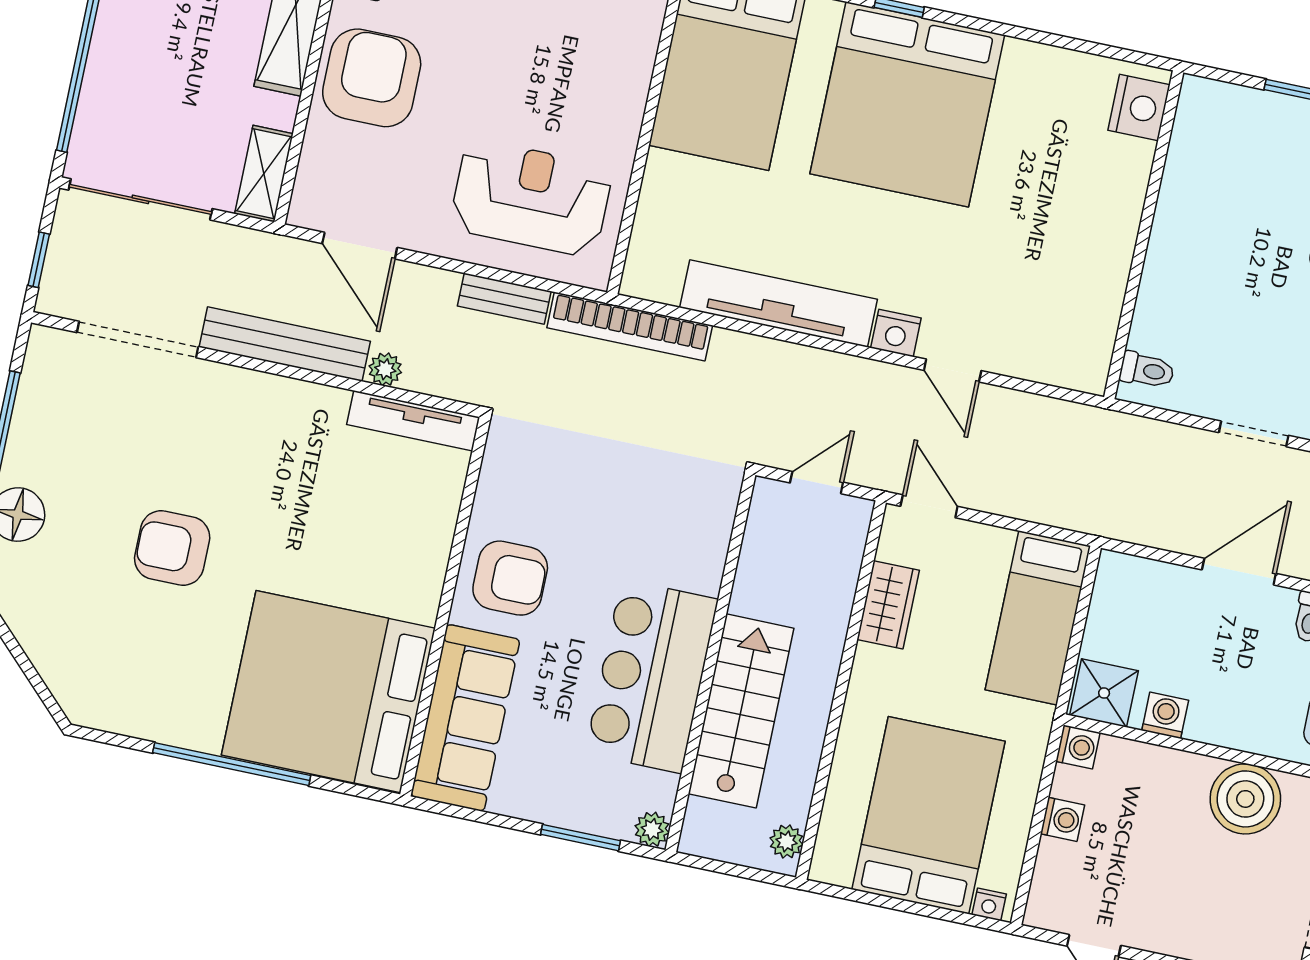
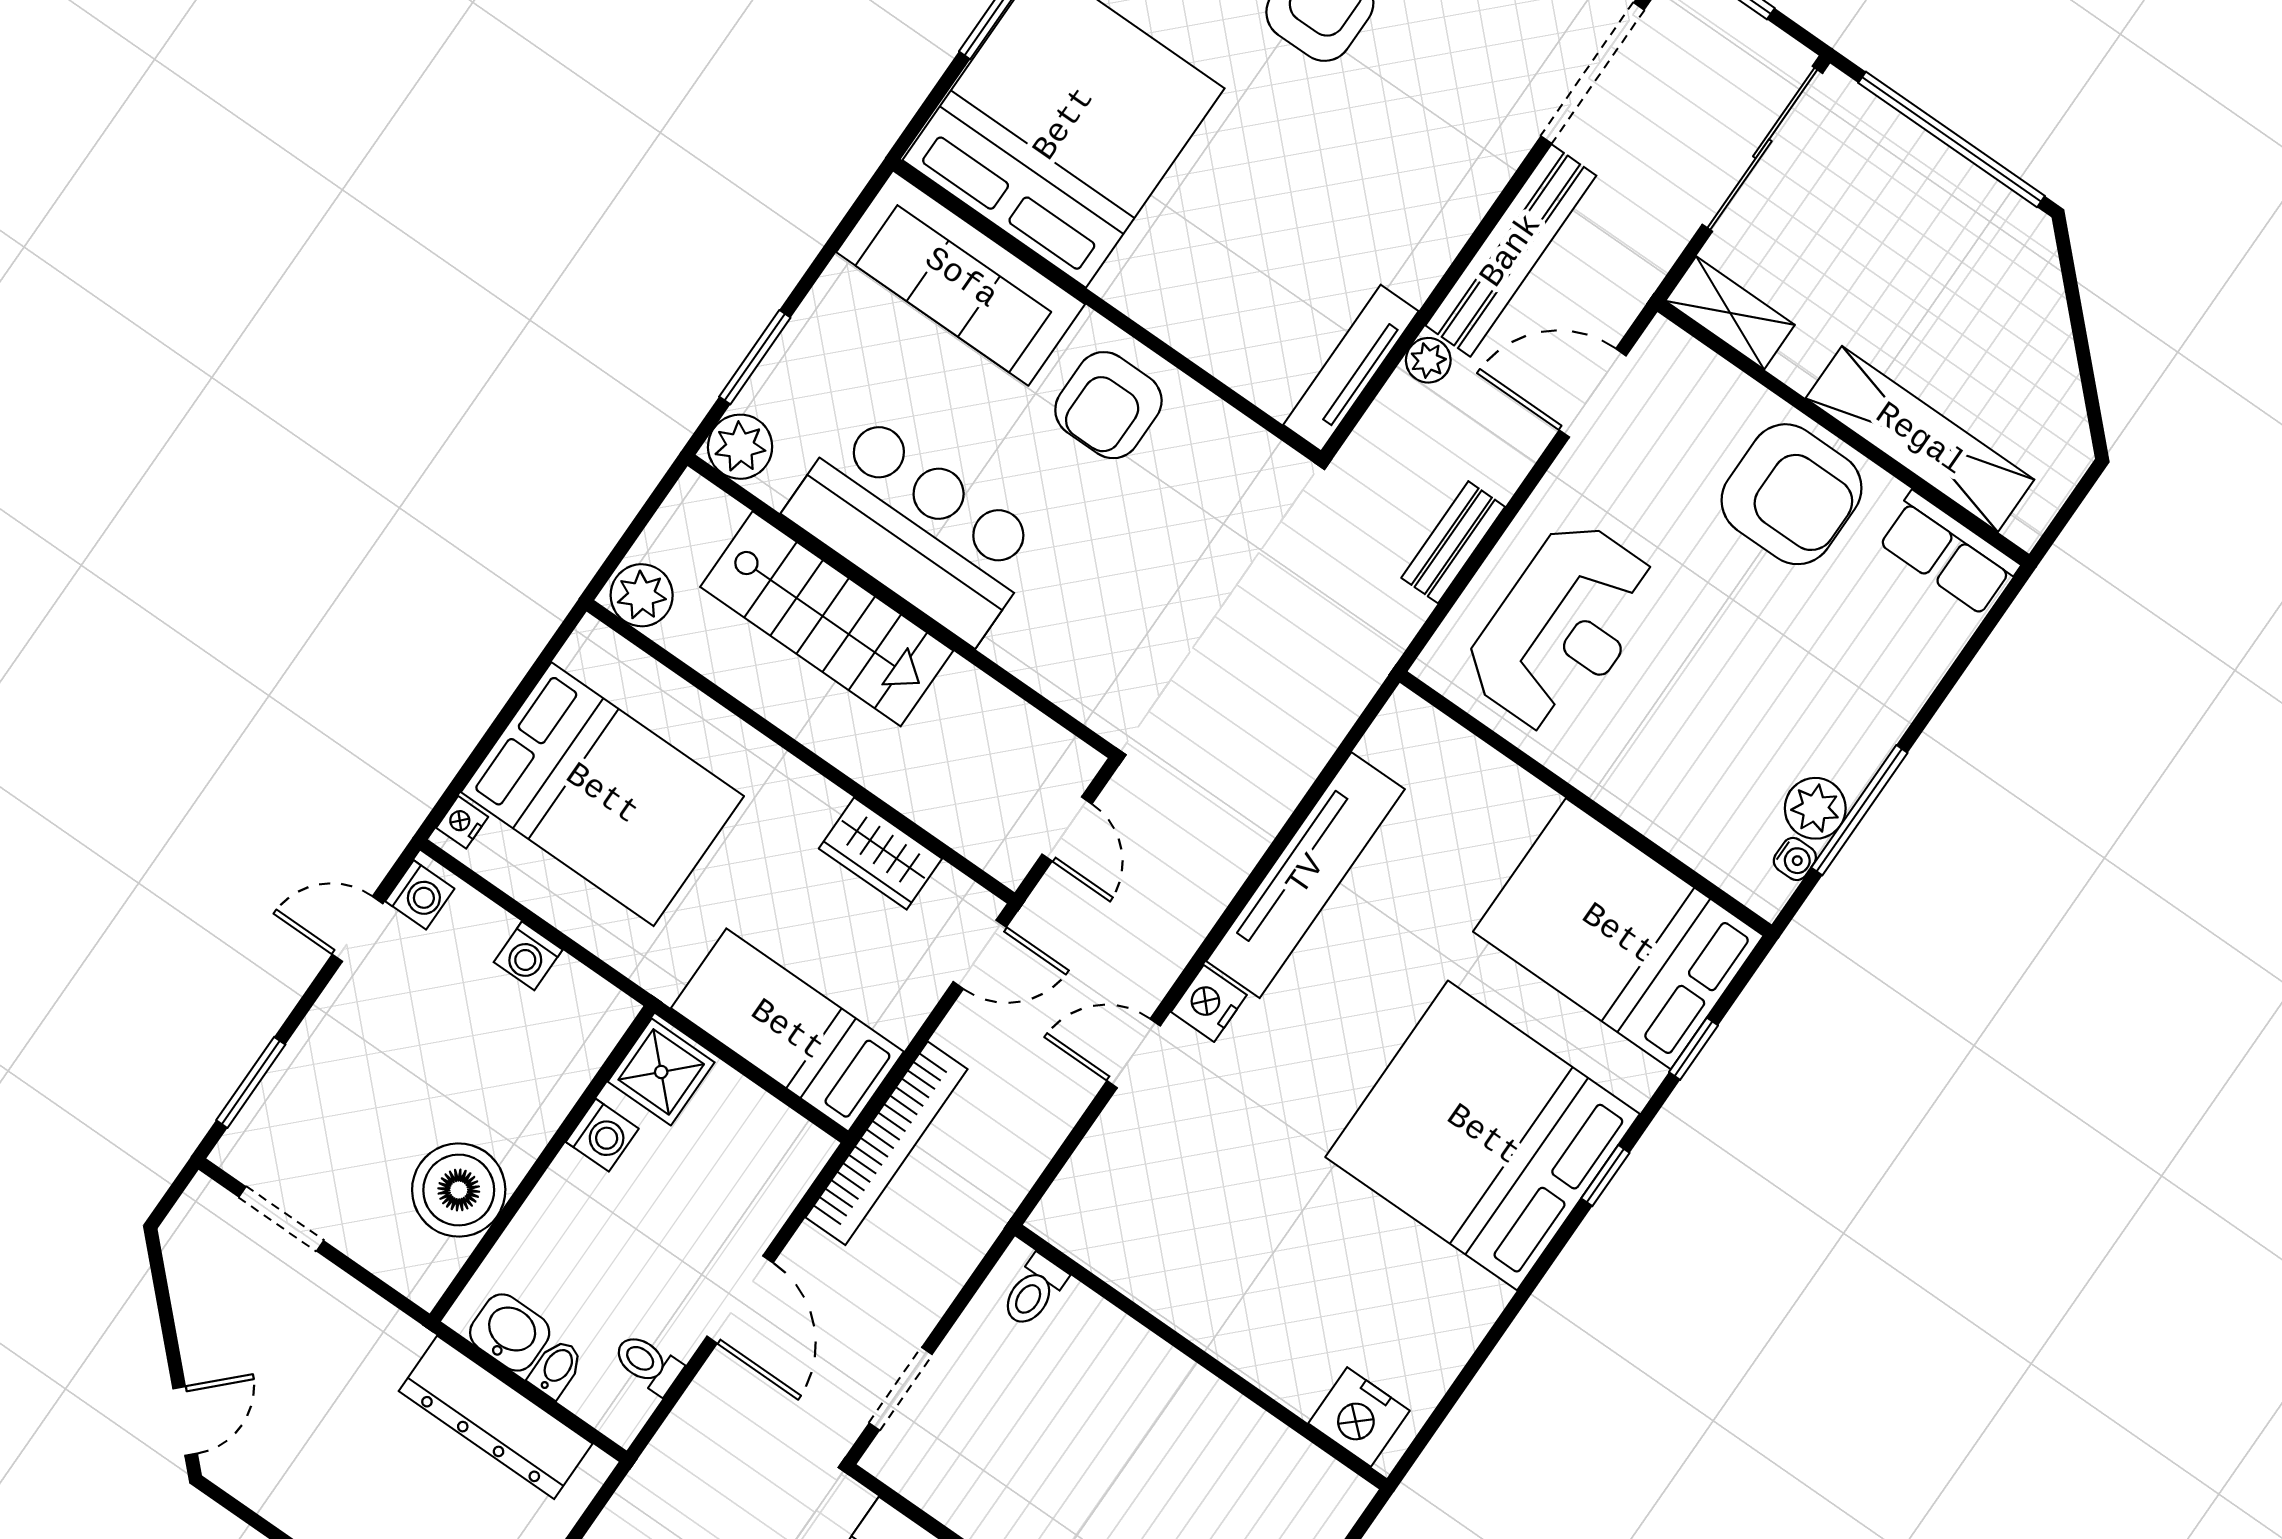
bookcase: (630, 326) -> (886, 1143), moved, turned 180
washing machine: (1078, 747) -> (420, 895), moved, turned -90
plant: (652, 829) -> (740, 447), width x1.38, depth x1.38
plant: (786, 841) -> (642, 595), width x1.38, depth x1.38

